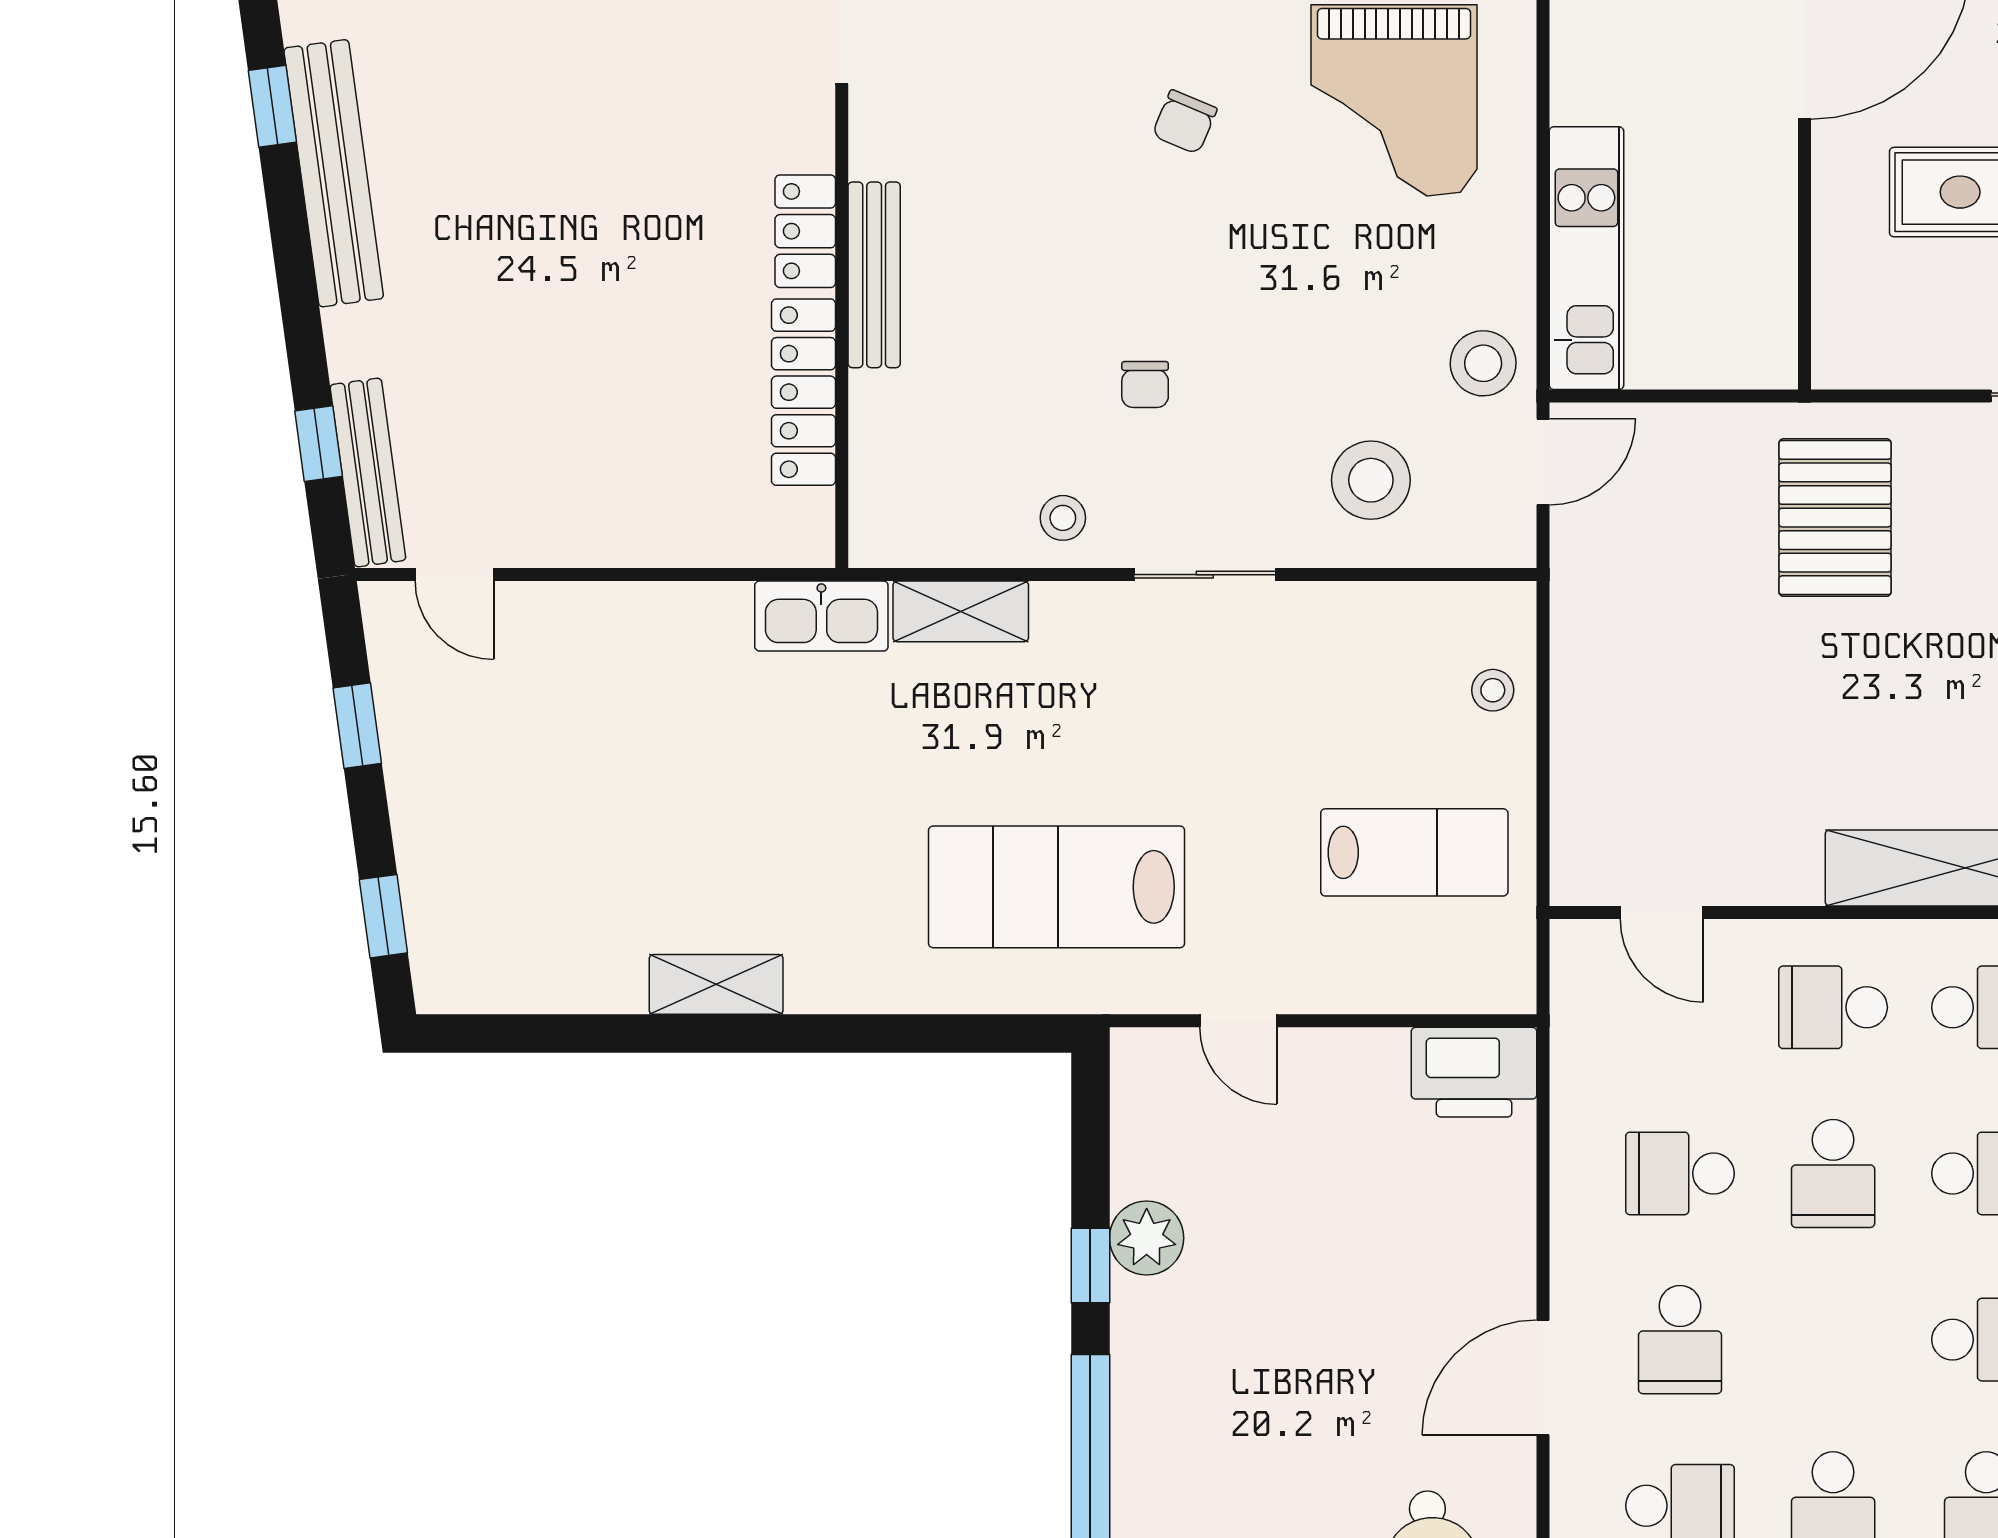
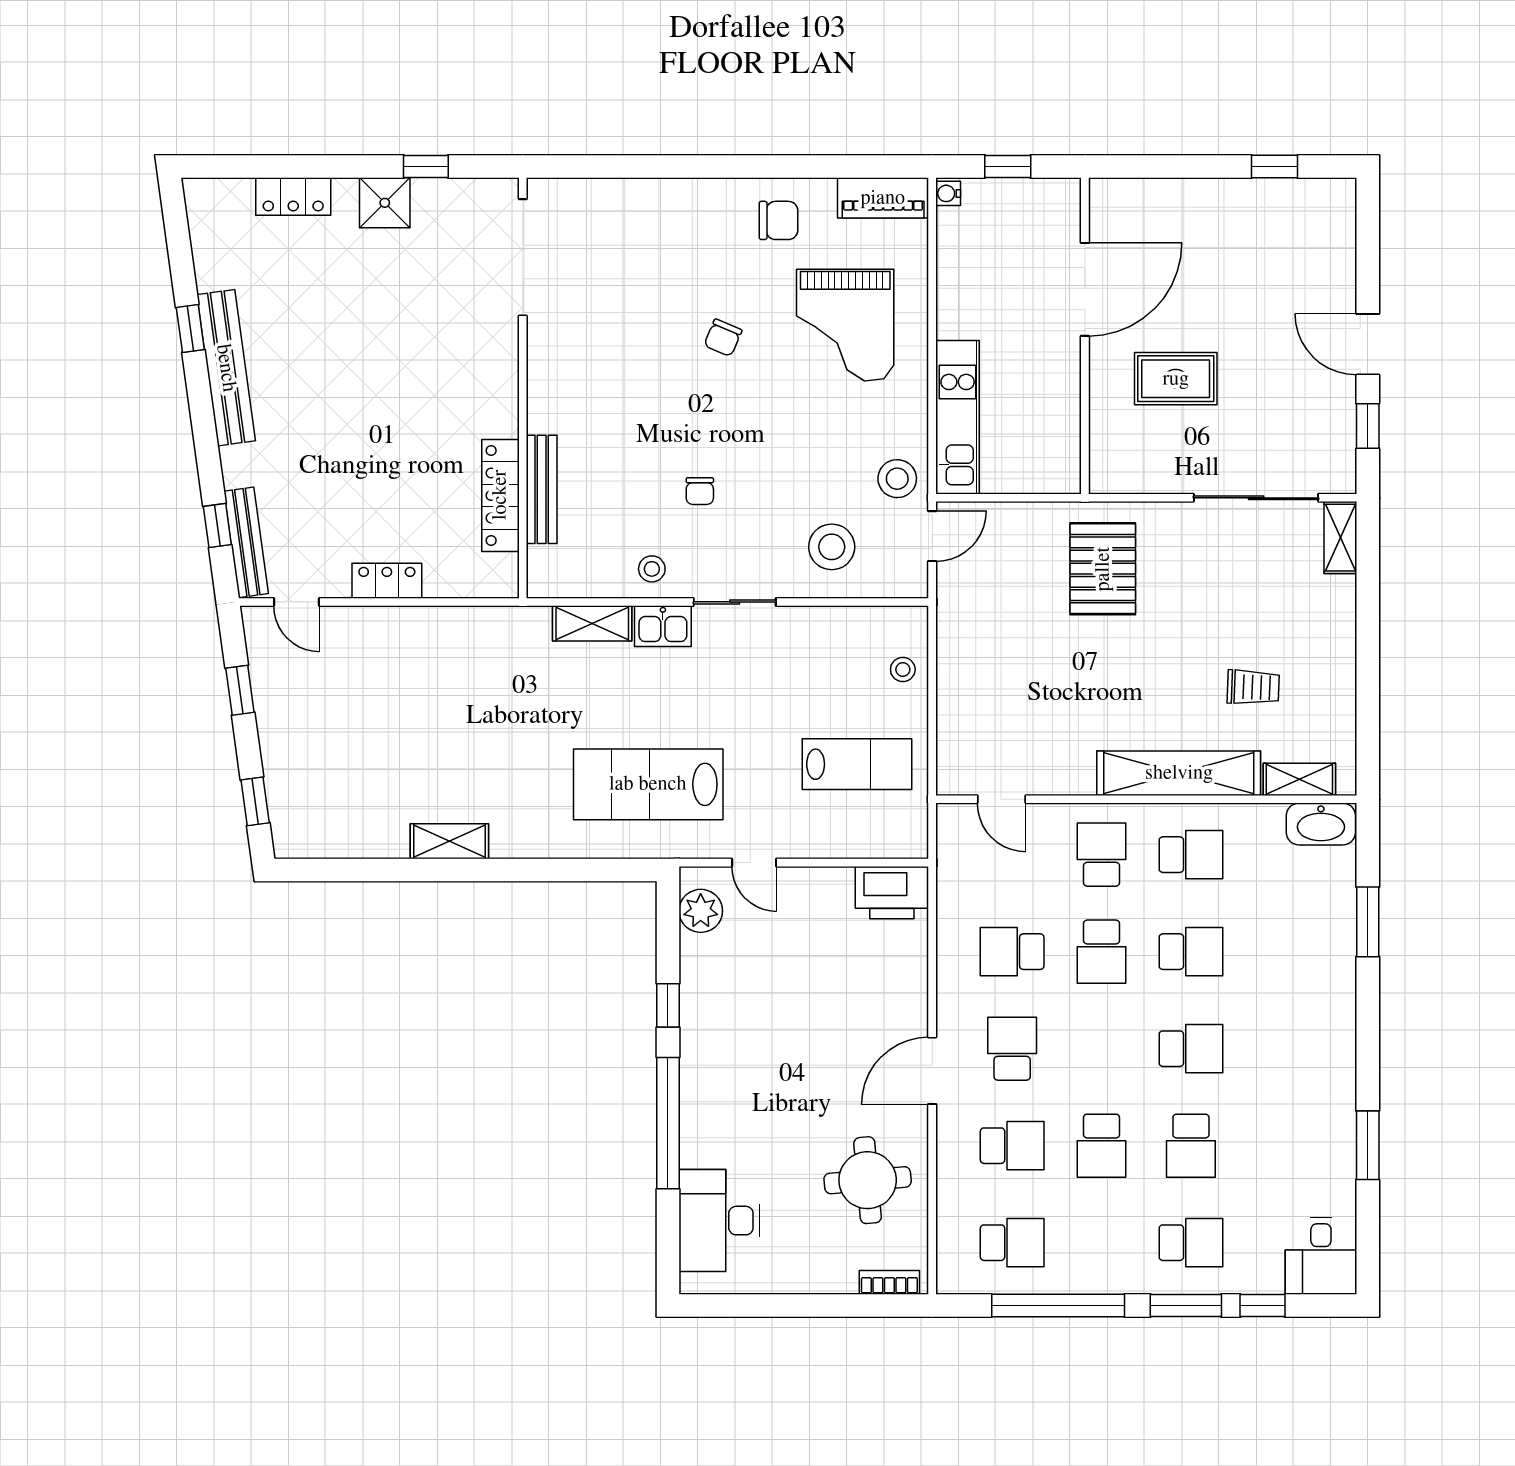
locker: (805, 231) -> (387, 581), moved, turned 90
bench: (874, 275) -> (542, 489), moved
kitchen sink: (821, 616) -> (663, 626), moved, width x0.73
school desk: (1833, 1007) -> (1102, 855), turned 90
plant: (1147, 1238) -> (701, 911), moved
school desk: (1680, 1340) -> (1012, 1049), turned 180

